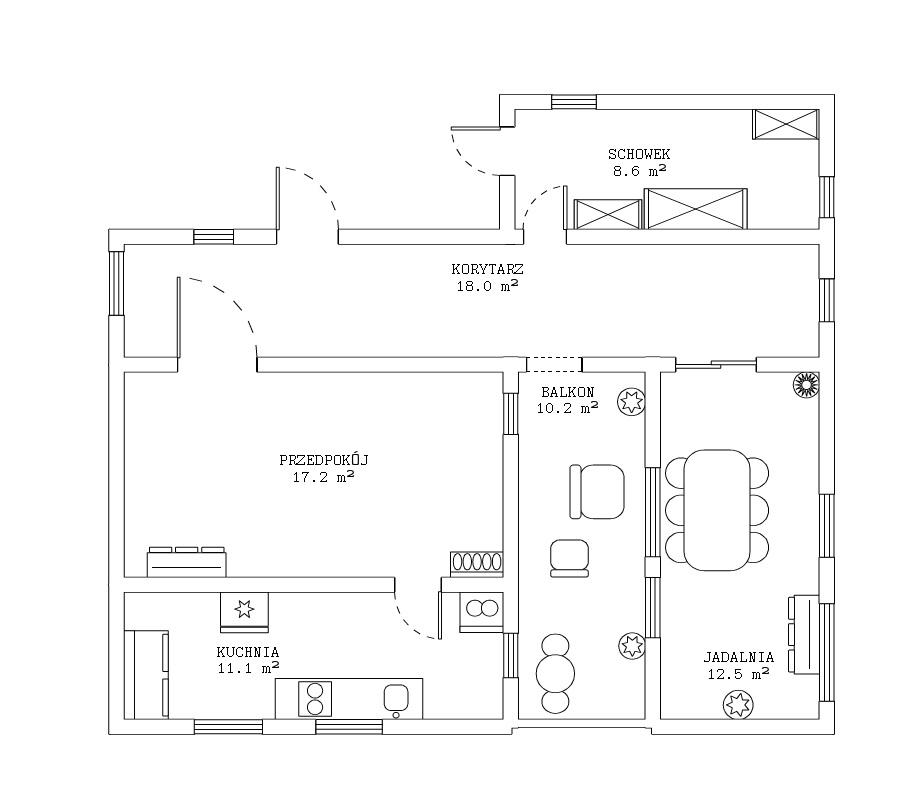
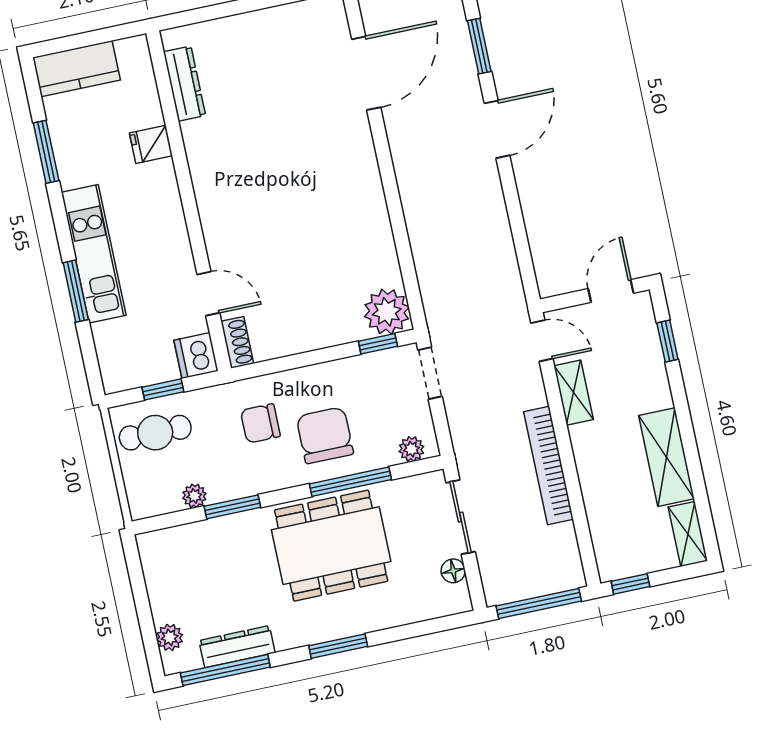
shelving: (696, 209) -> (666, 457), moved
window: (214, 237) -> (479, 46), width x1.50
bookcase: (681, 258) -> (548, 465), added
window: (827, 300) -> (539, 603), width x2.17
floor lamp: (807, 385) -> (453, 571), moved
plant: (478, 397) -> (387, 312), added
chair: (597, 492) -> (325, 435), turned 180
window: (653, 512) -> (350, 482), moved
chair: (569, 558) -> (260, 423), turned 180
door: (418, 585) -> (208, 294), swing flipped
fridge: (244, 612) -> (151, 144), width x0.72
plant: (738, 705) -> (170, 637), moved
window: (349, 727) -> (76, 291), moved

